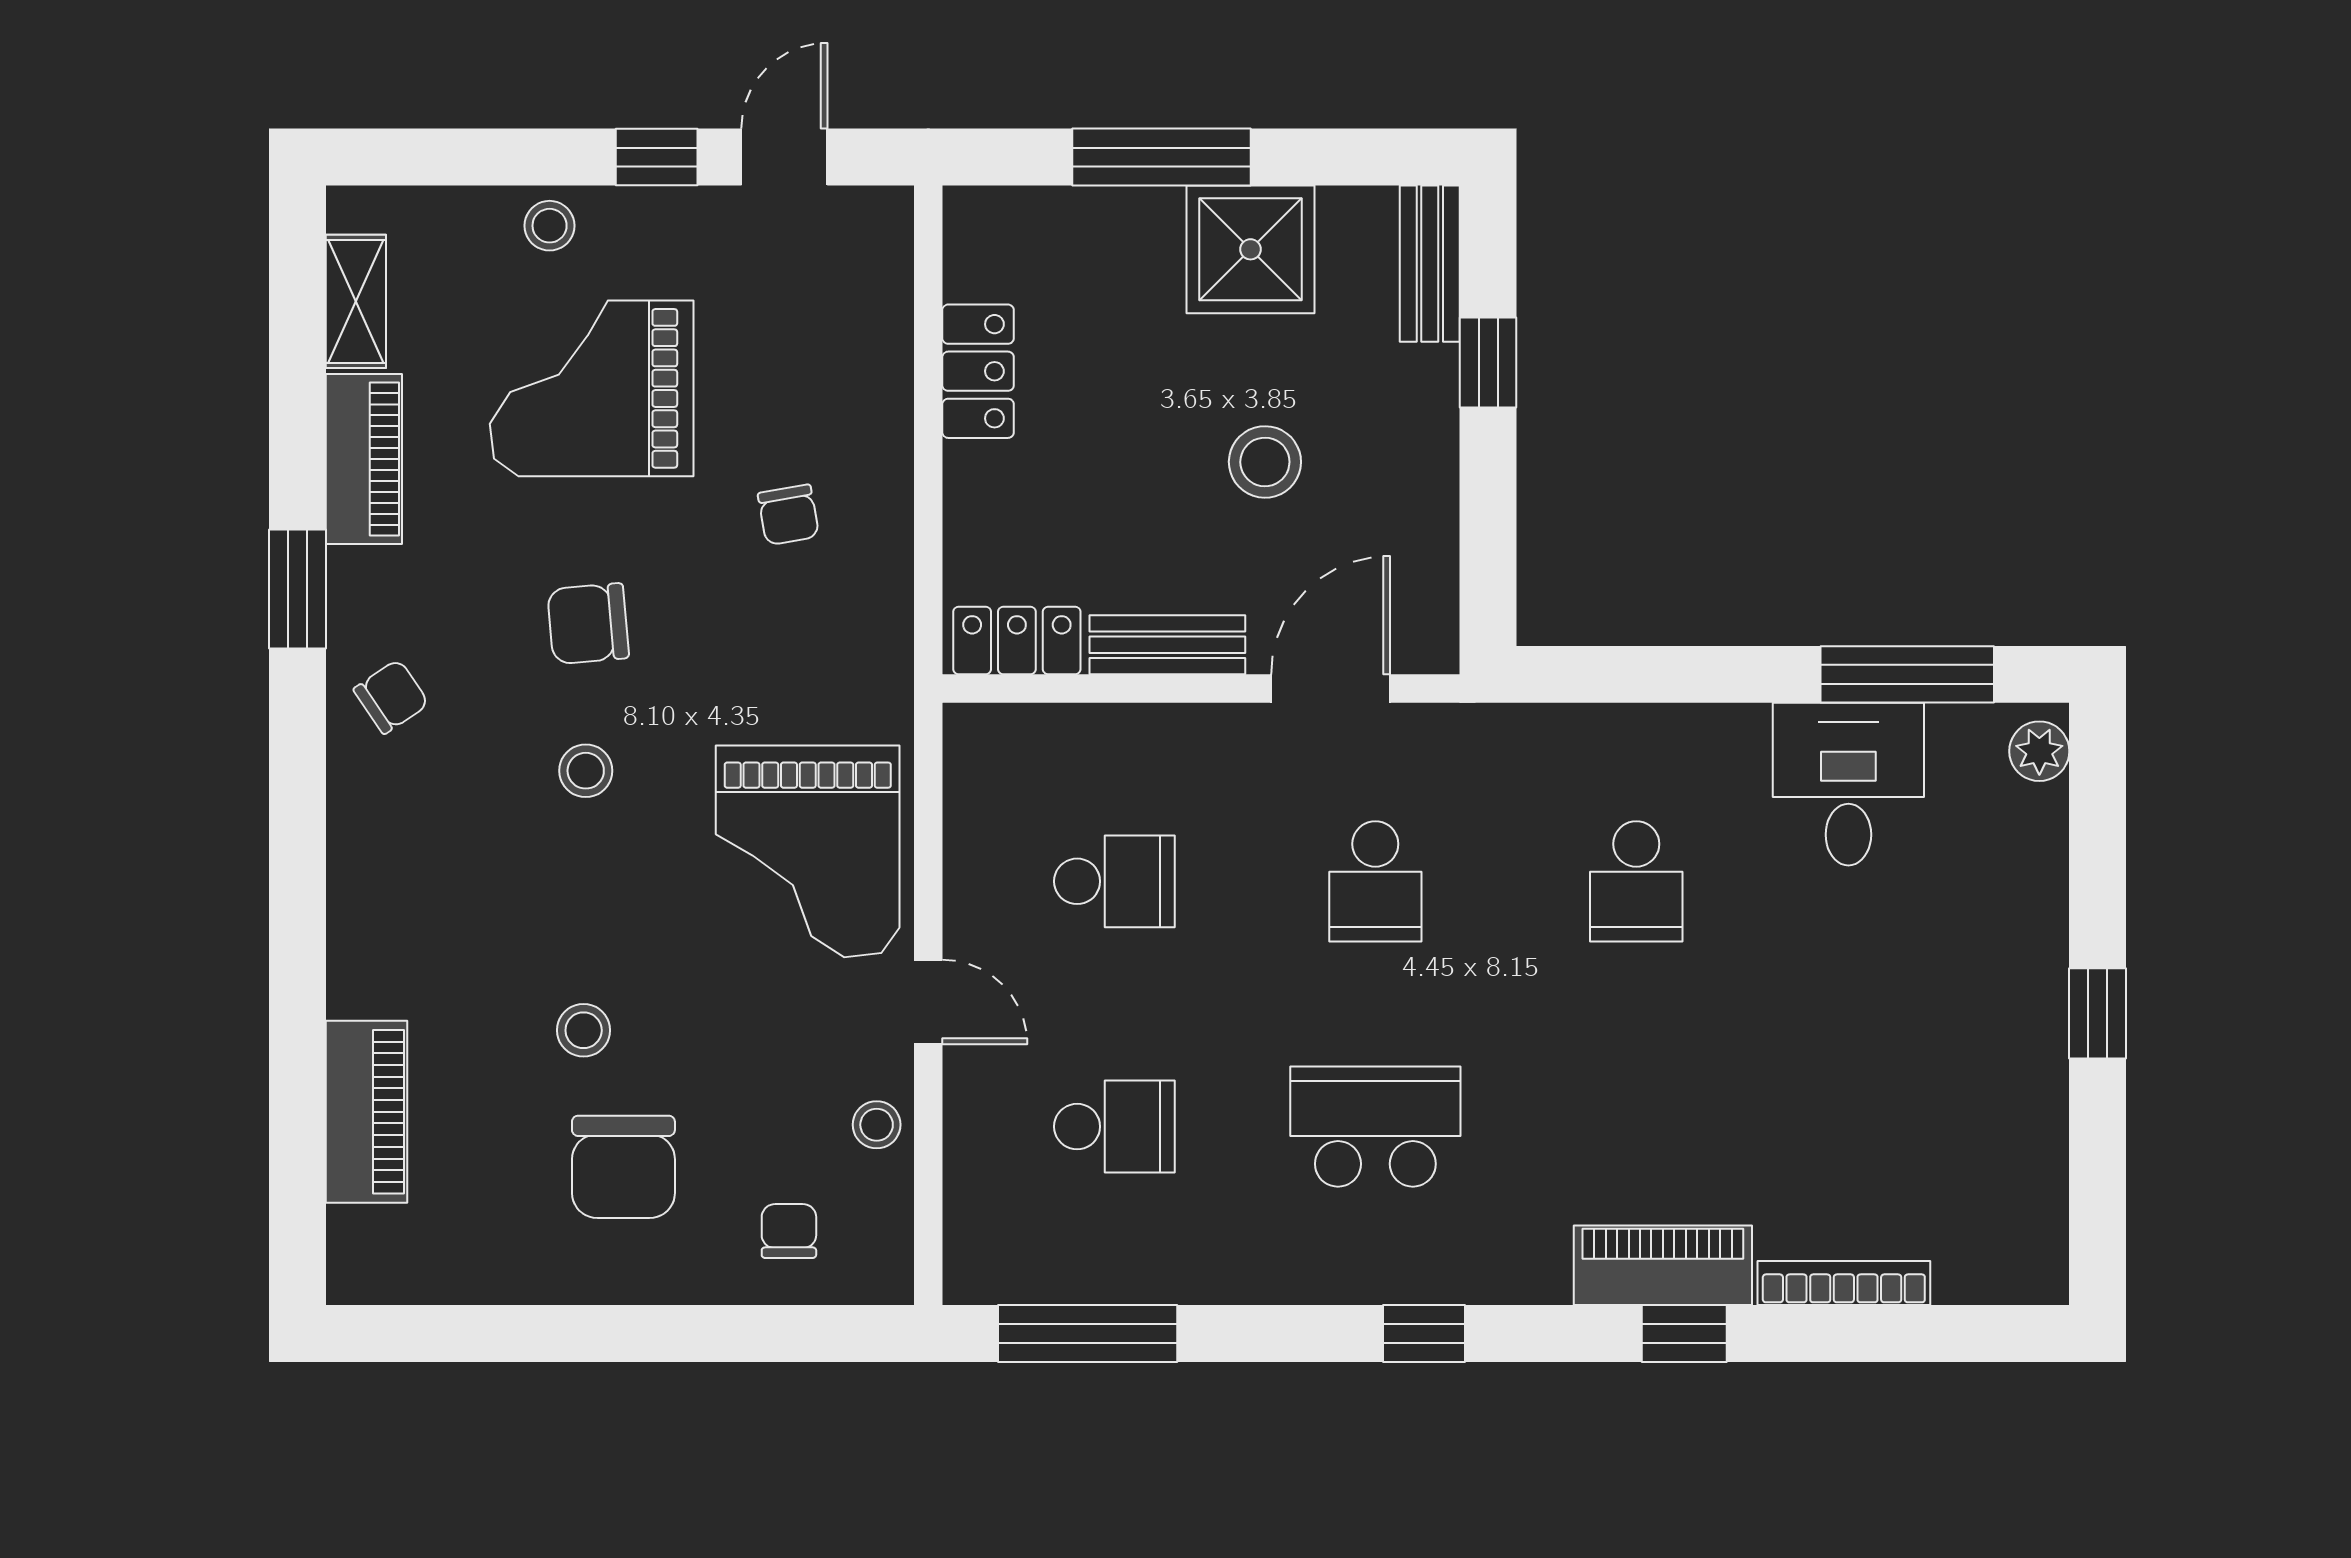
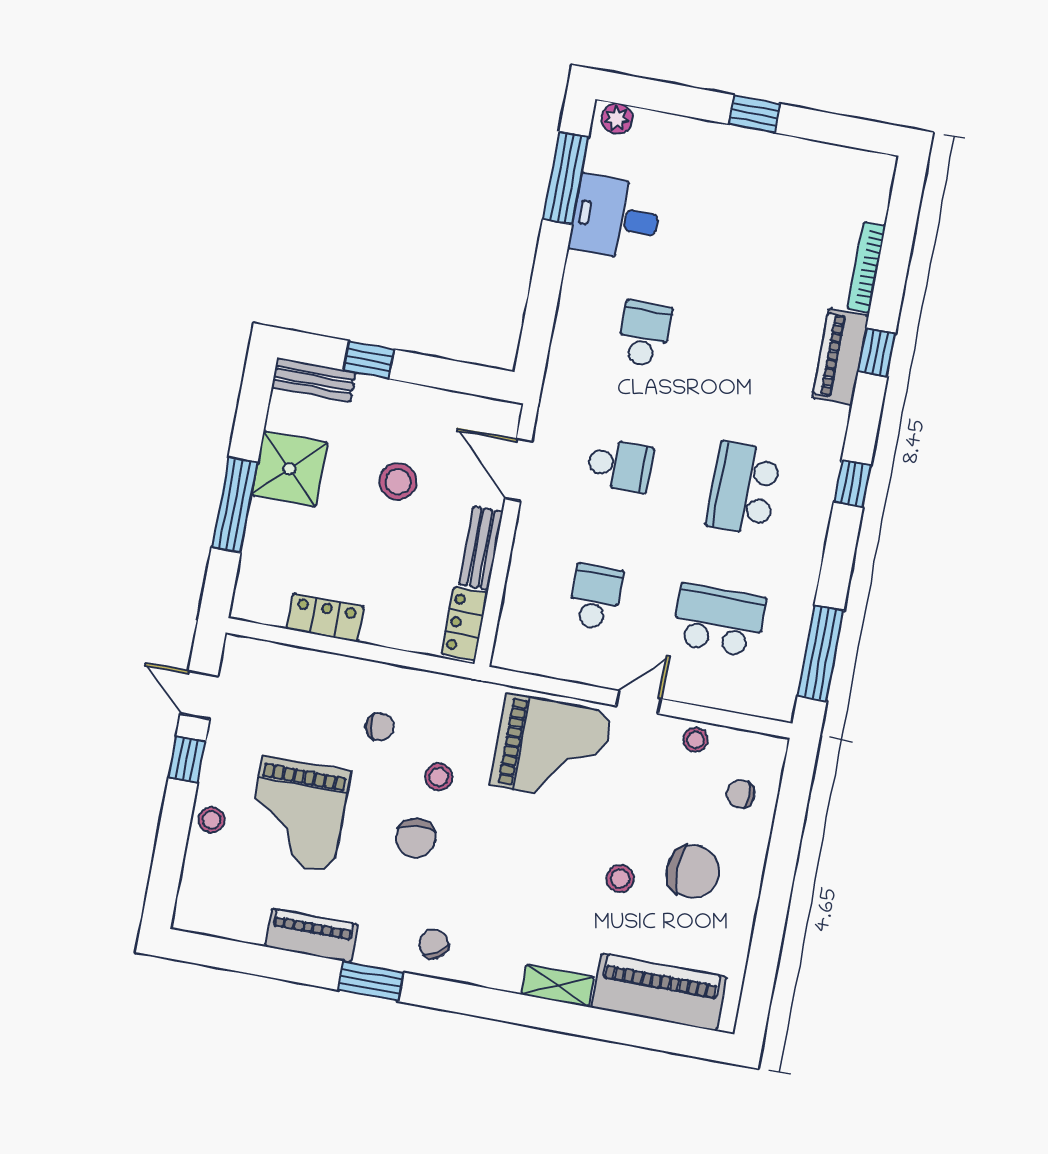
shelving: (356, 301) -> (557, 986), moved
stool: (586, 771) -> (439, 777), moved
school desk: (1636, 881) -> (644, 334), turned -90
piano: (367, 1112) -> (659, 992), width x1.37, depth x1.33
school desk: (1114, 1127) -> (719, 620), width x1.85

